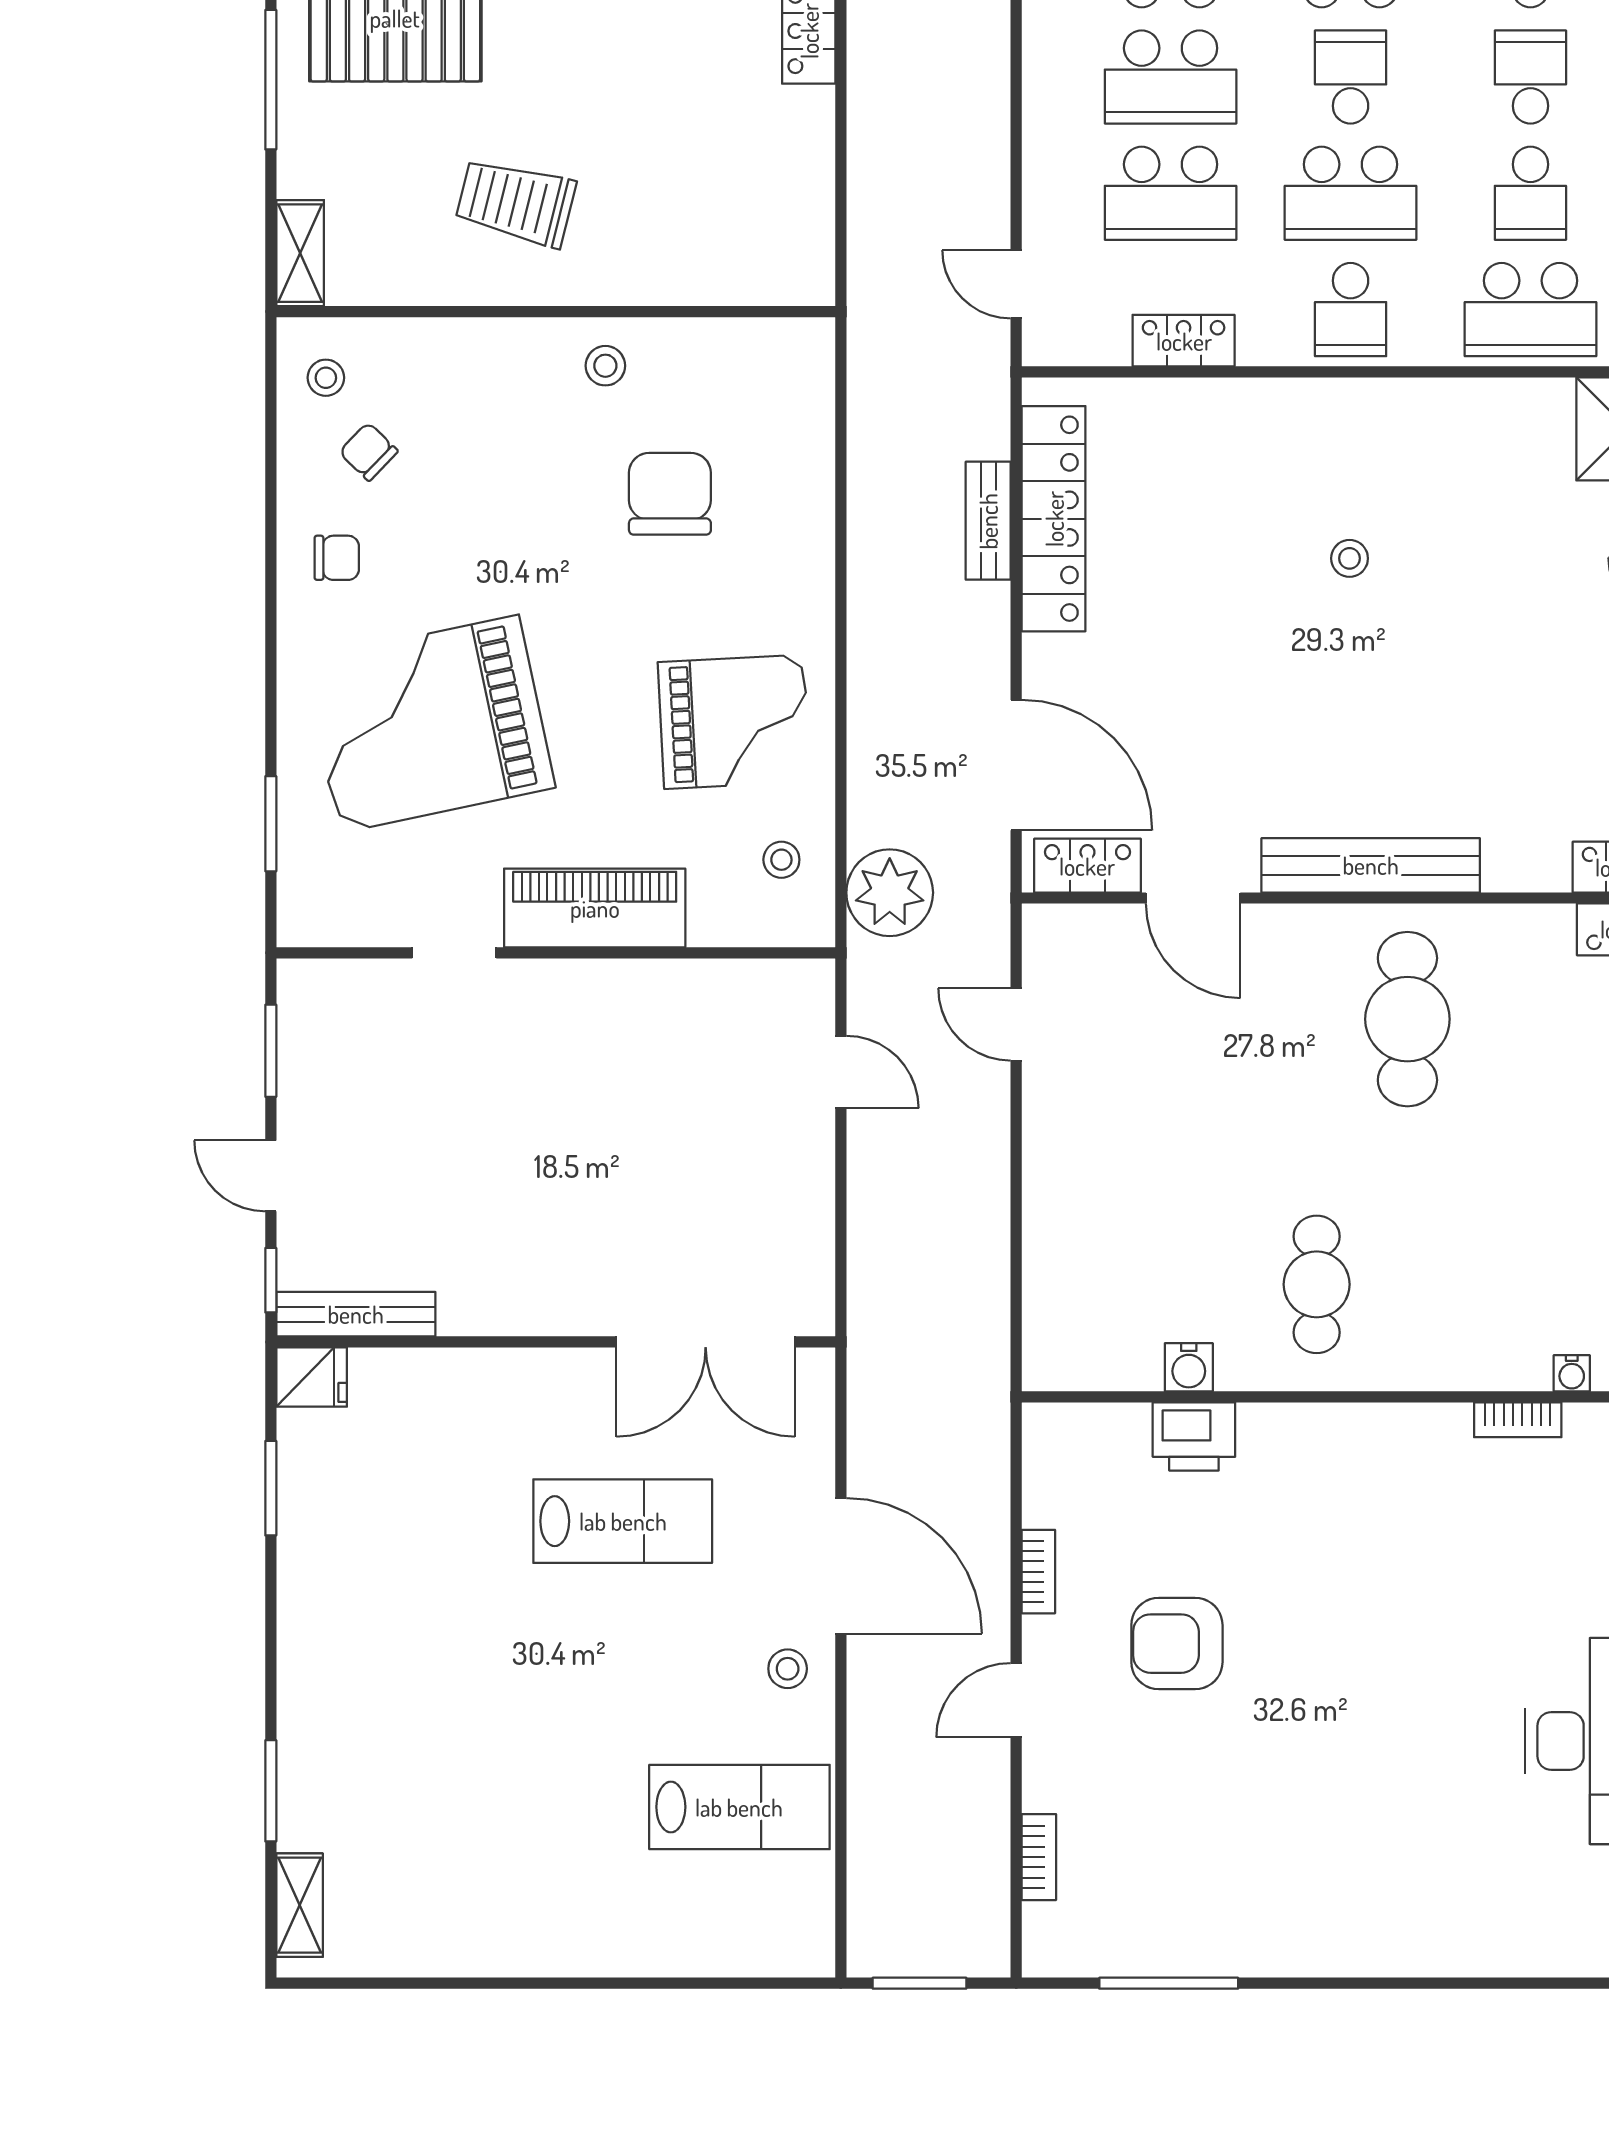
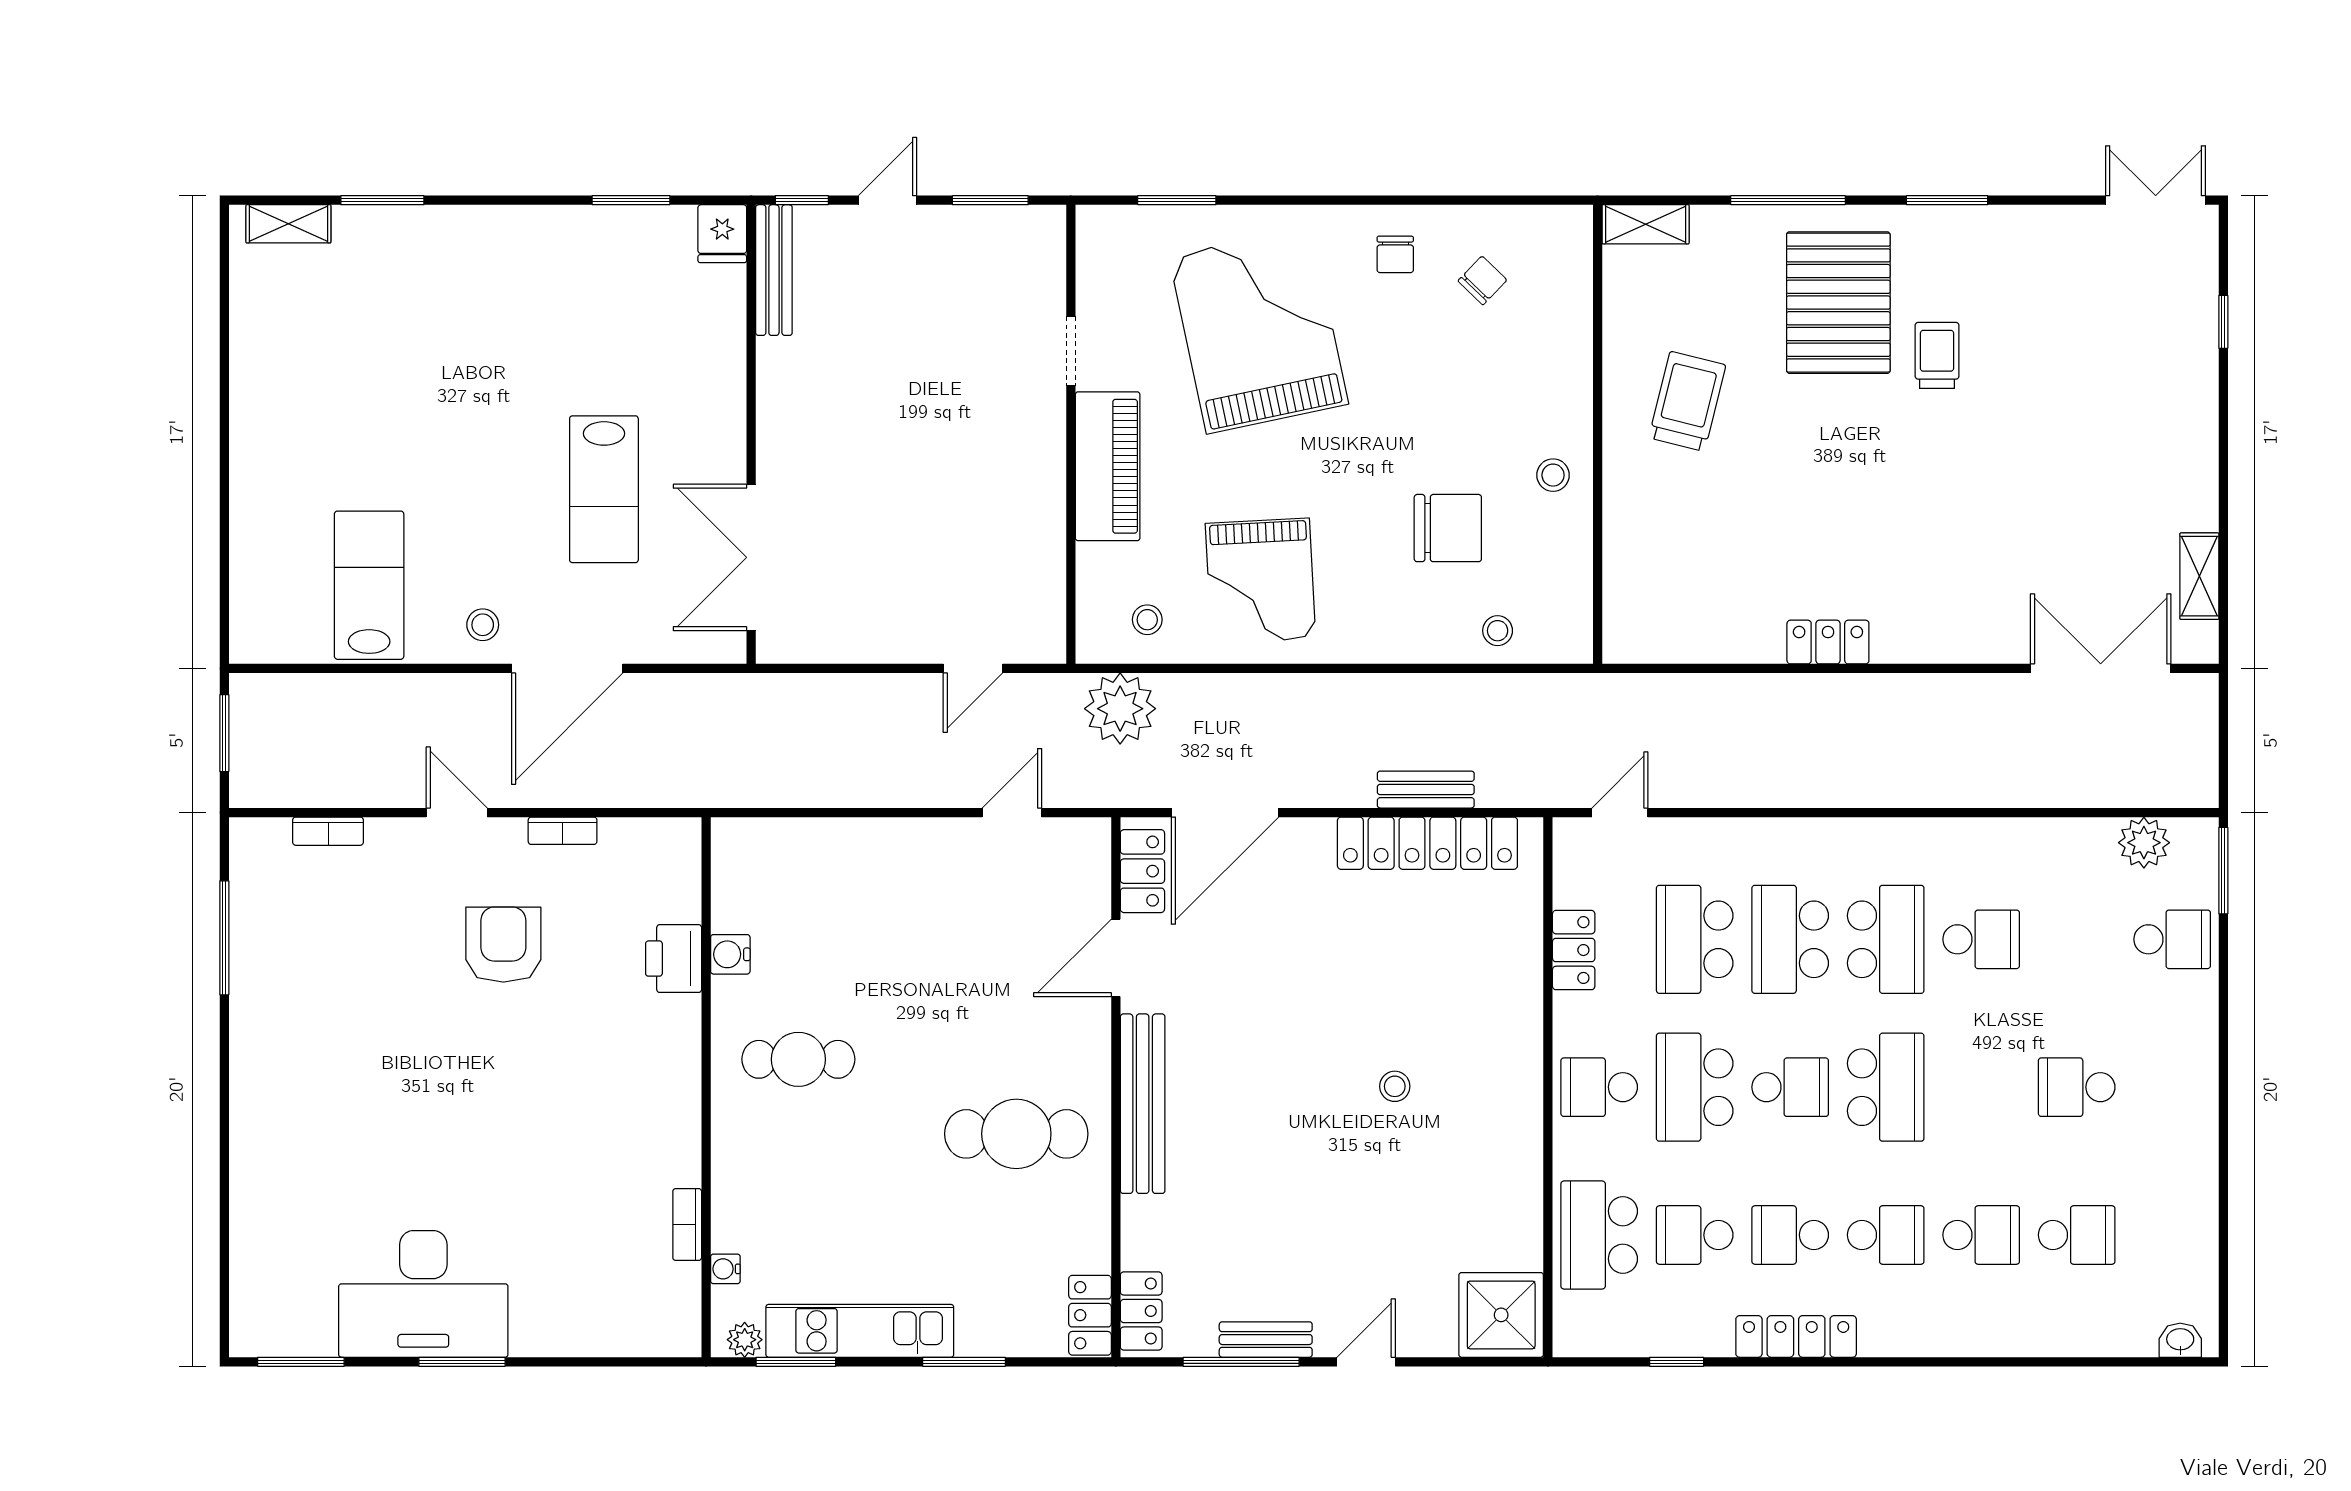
school desk: (1530, 77) -> (1790, 1235), turned 180
stool: (326, 378) -> (1498, 631), moved
lab bench: (739, 1807) -> (369, 585), turned 180

